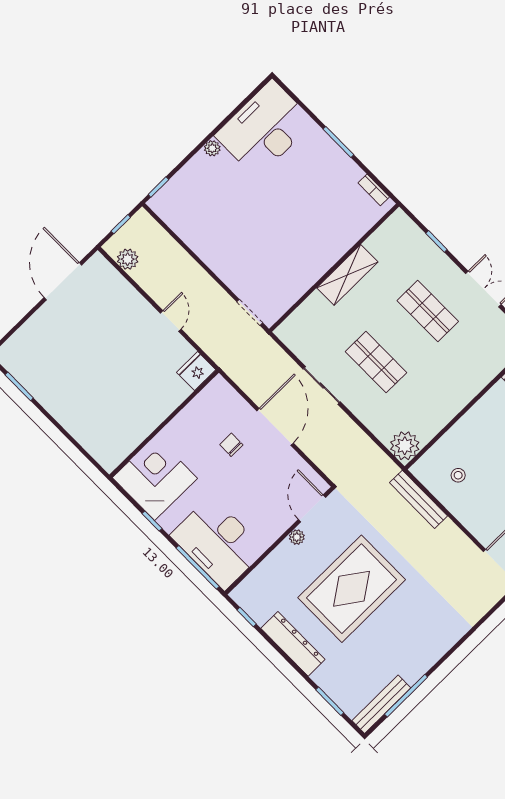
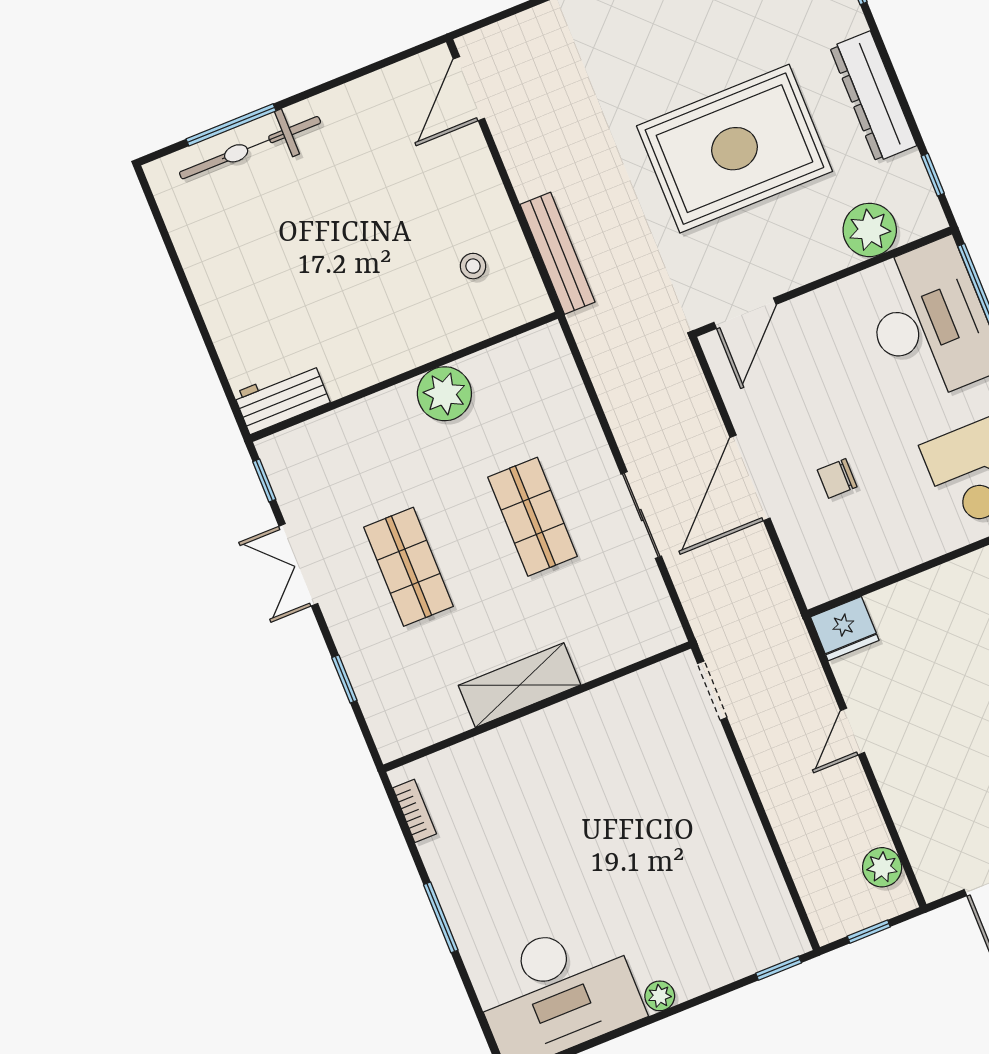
chair: (231, 445) -> (837, 478), turned 90
plant: (405, 446) -> (444, 394), moved
plant: (297, 537) -> (870, 230), moved, width x1.88, depth x1.88

